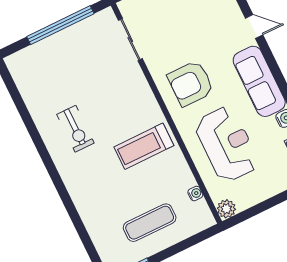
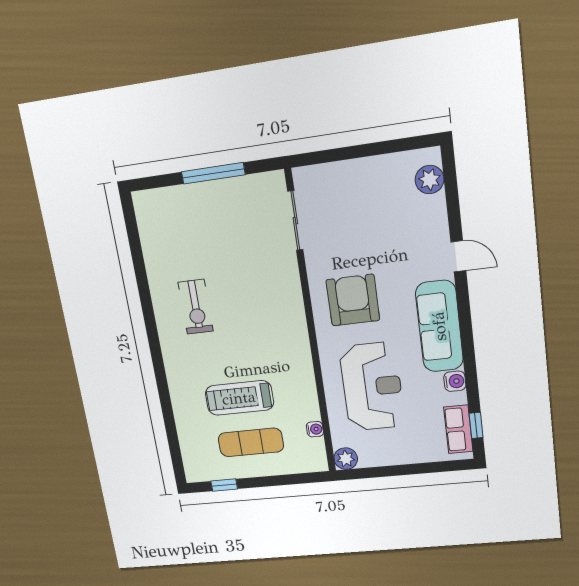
window: (60, 25) -> (213, 173), width x0.68
armchair: (191, 83) -> (353, 300), turned 90
treadmill: (144, 146) -> (239, 398), moved

